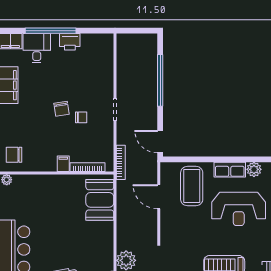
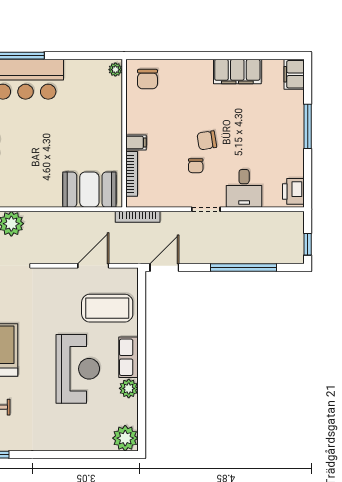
window: (51, 31) -> (308, 126), width x0.68
window: (142, 31) -> (308, 244), added
printer: (70, 42) -> (293, 191), moved
desk: (37, 48) -> (244, 188), moved, turned 90
chair: (14, 155) -> (147, 79), turned 180
reception desk: (239, 209) -> (78, 369), turned 180

